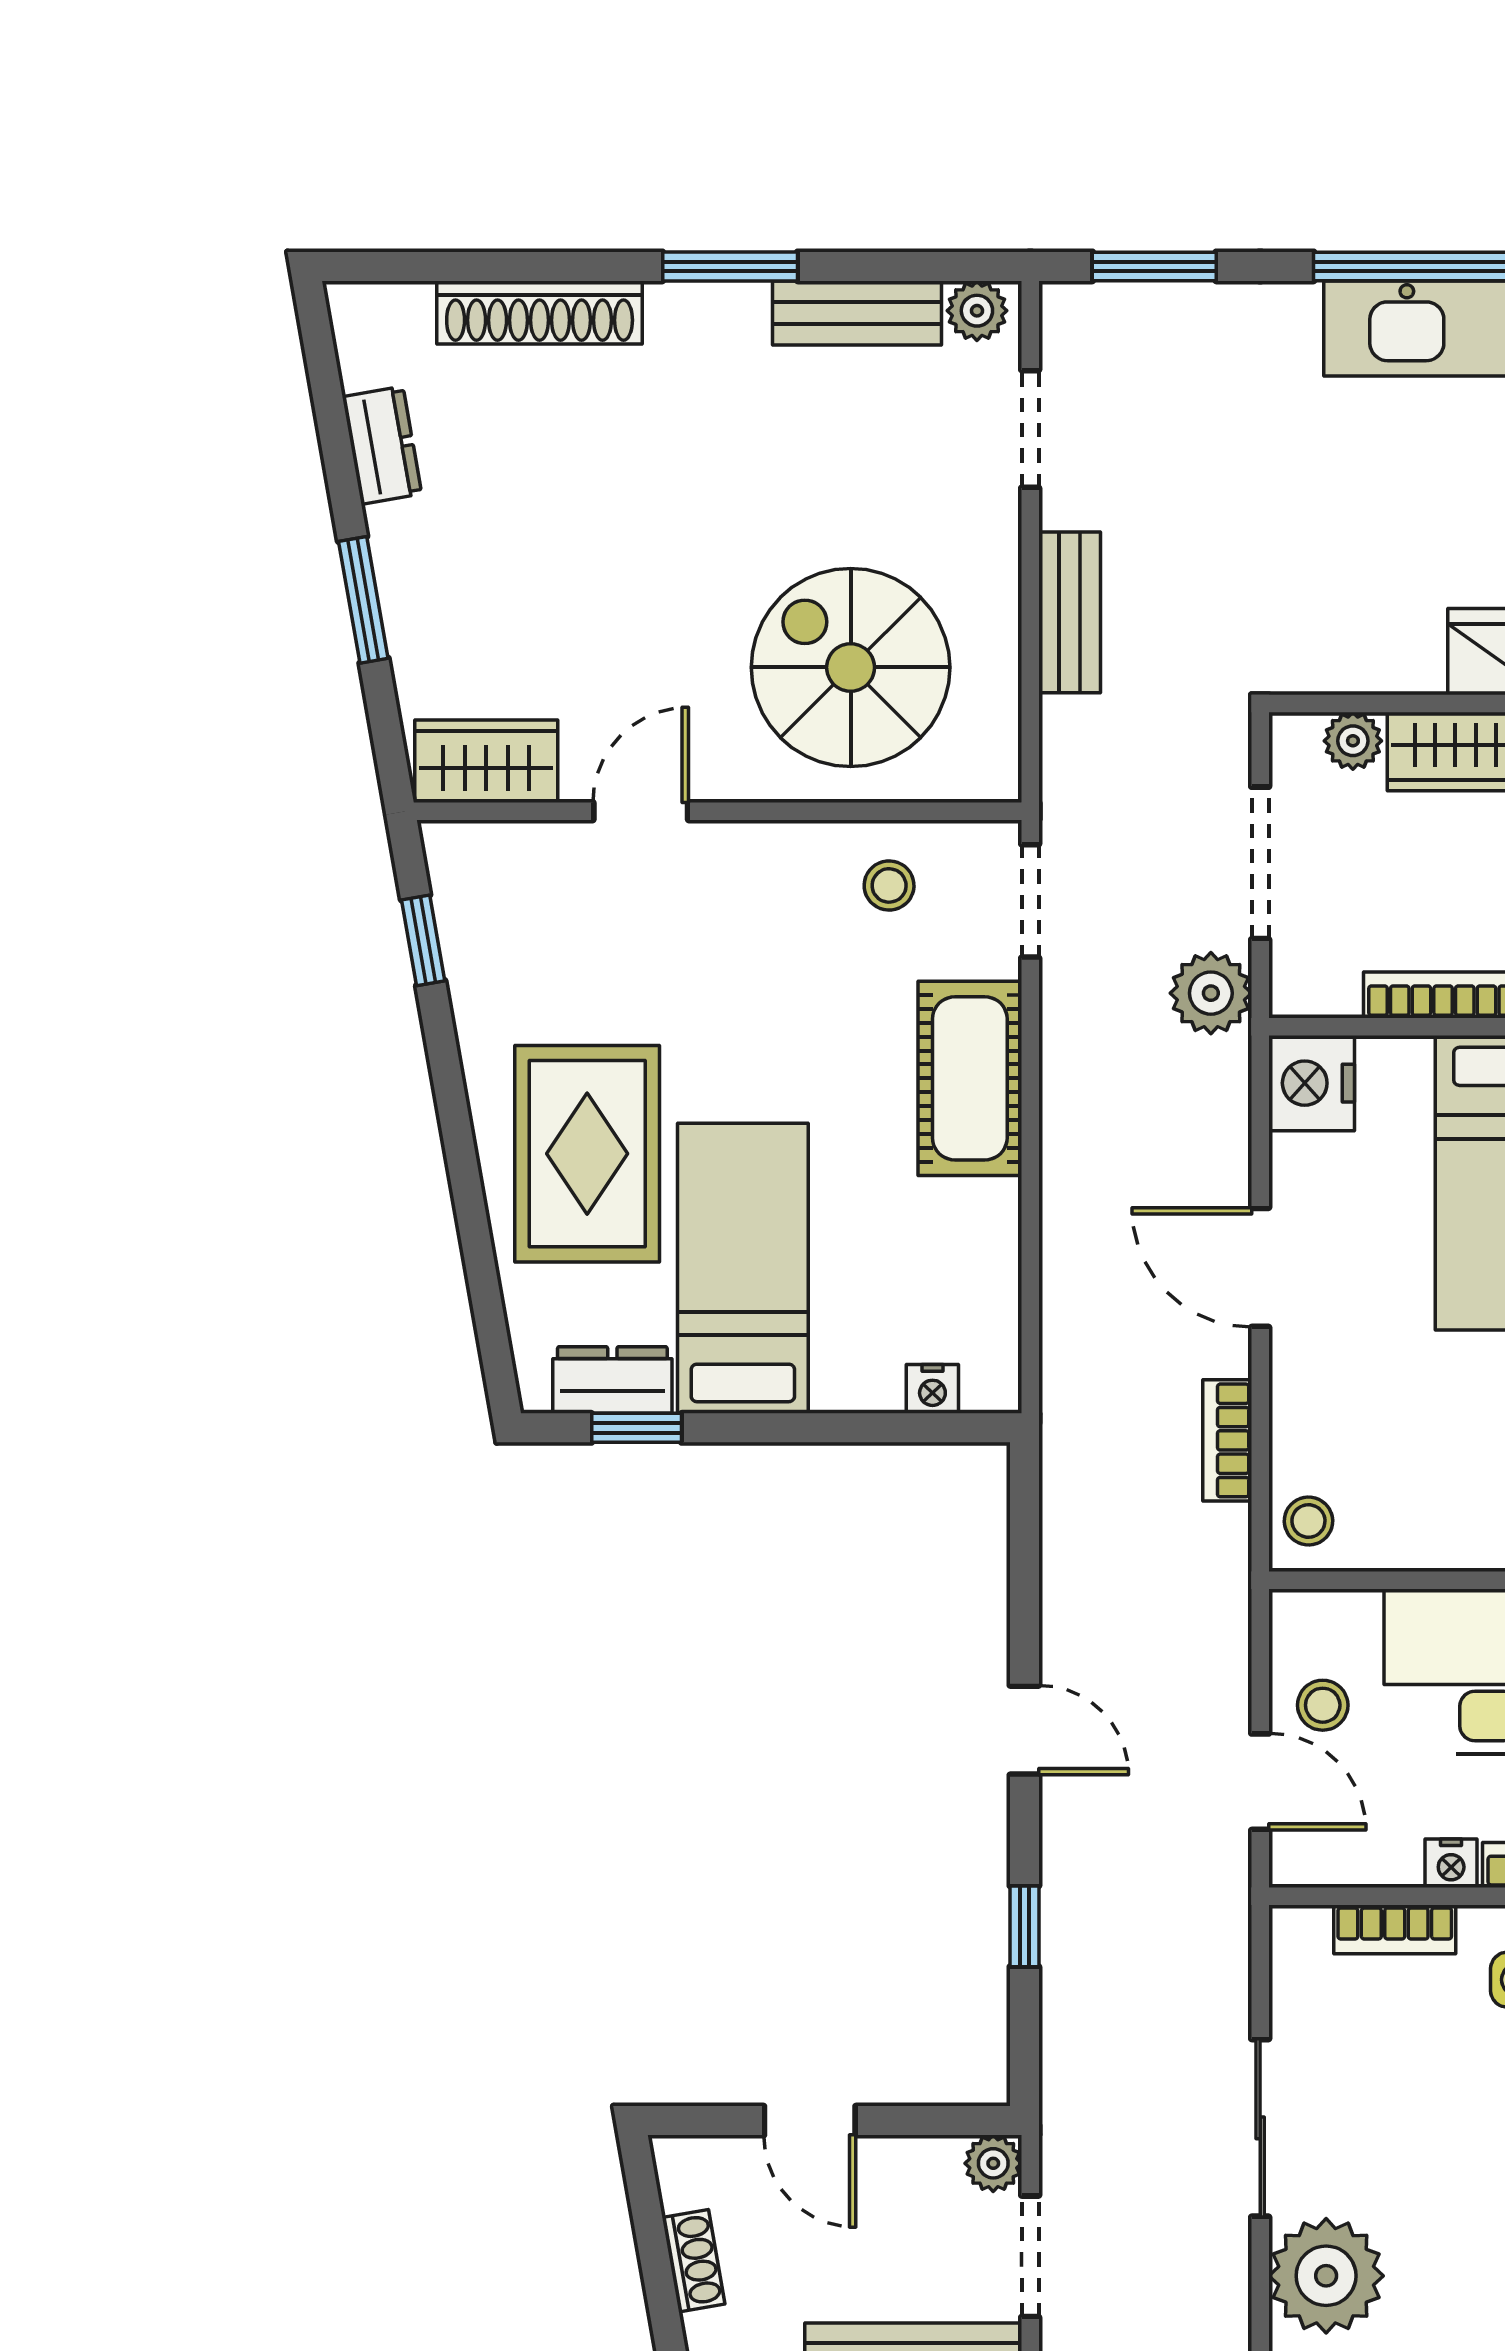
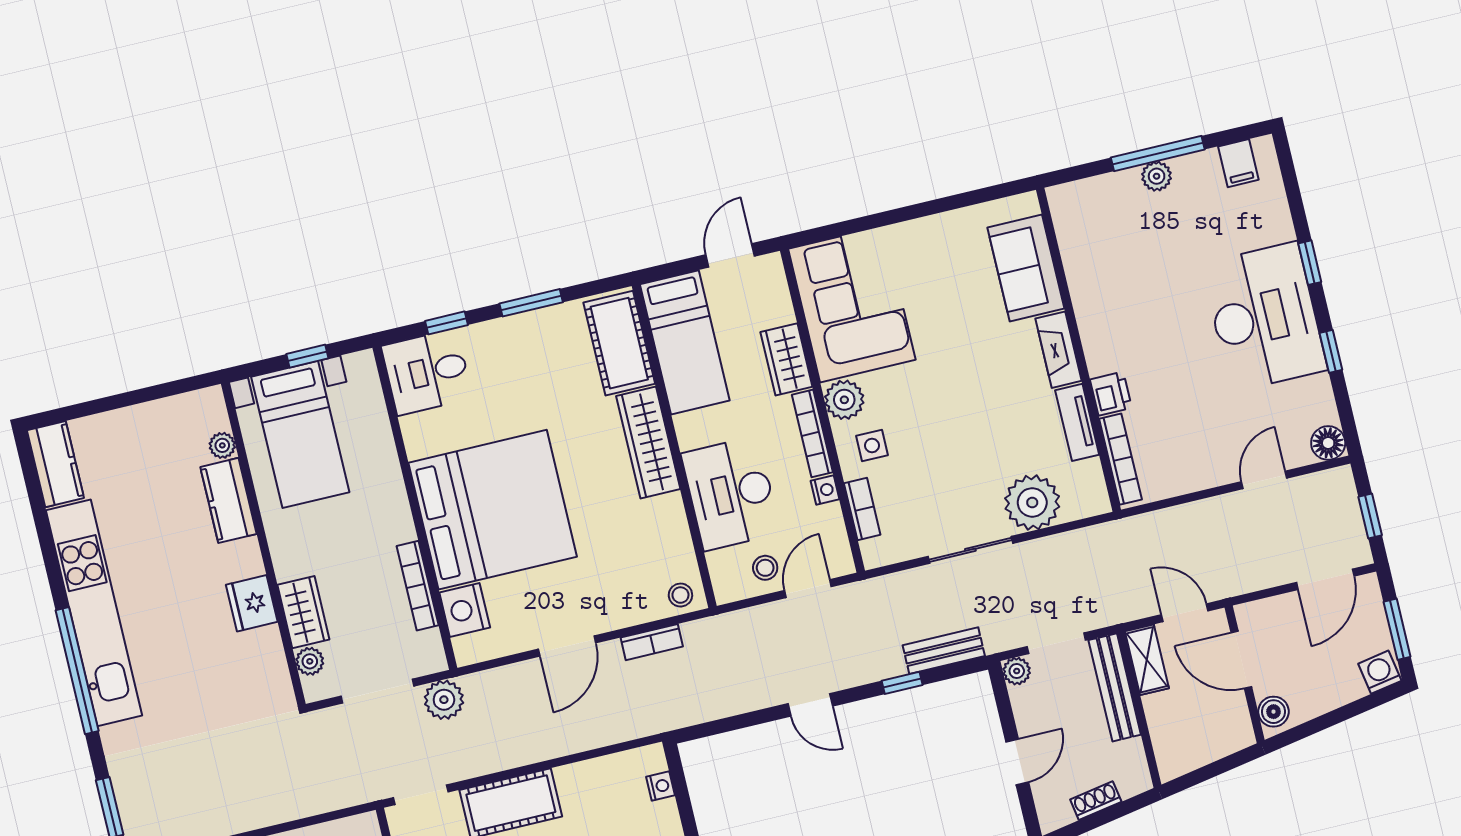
bench: (1070, 612) -> (944, 651), moved
nightstand: (1312, 1083) -> (465, 610), moved, turned 90
door: (1024, 1730) -> (810, 705), swing flipped

